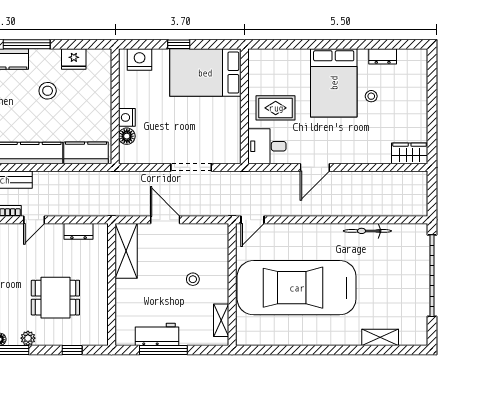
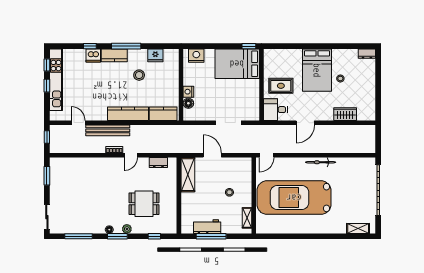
window: (179, 44) -> (249, 46), moved
dresser: (383, 56) -> (367, 54), moved
wardrobe: (410, 153) -> (345, 114), moved
bicycle: (367, 231) -> (321, 162), moved
shelving: (380, 337) -> (358, 228), moved

